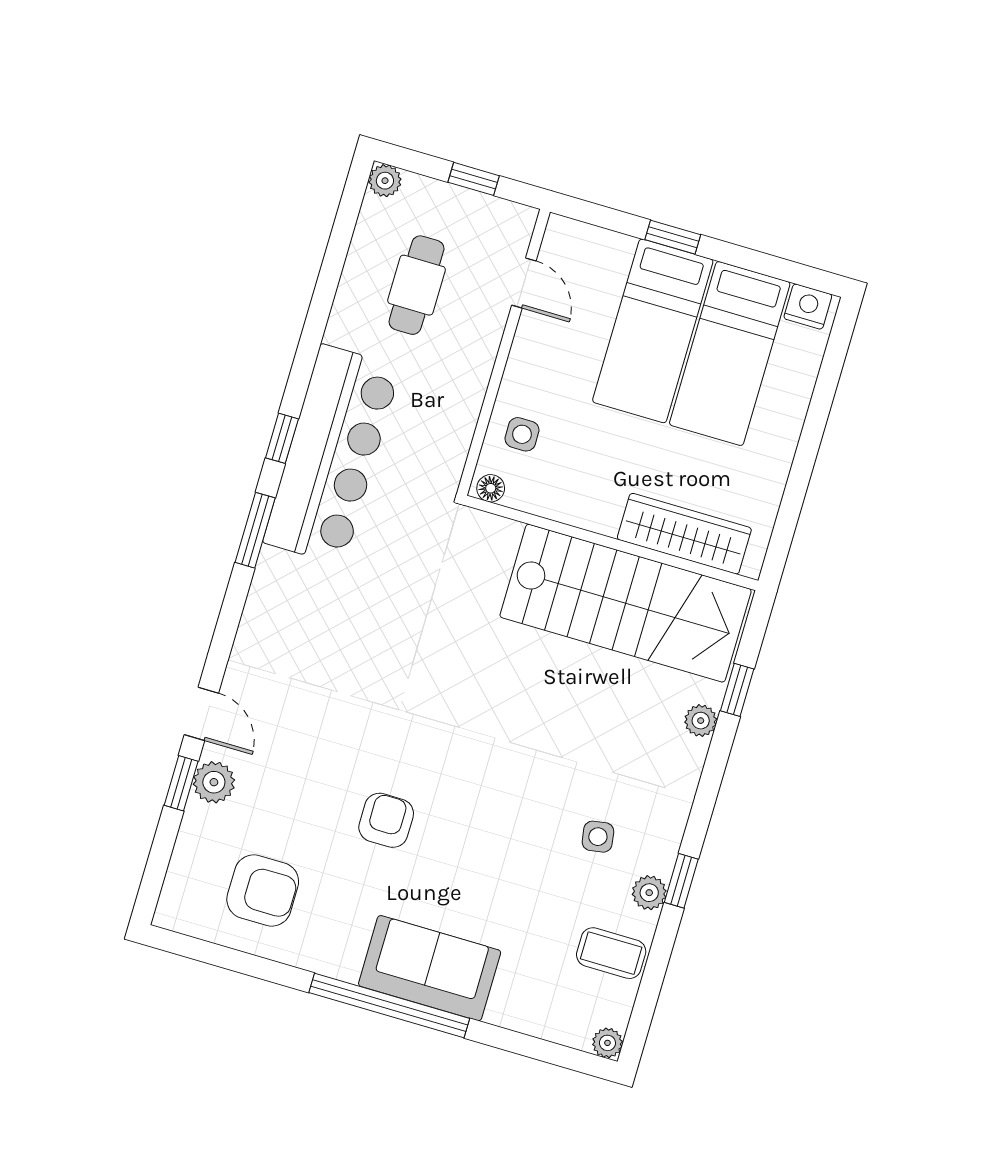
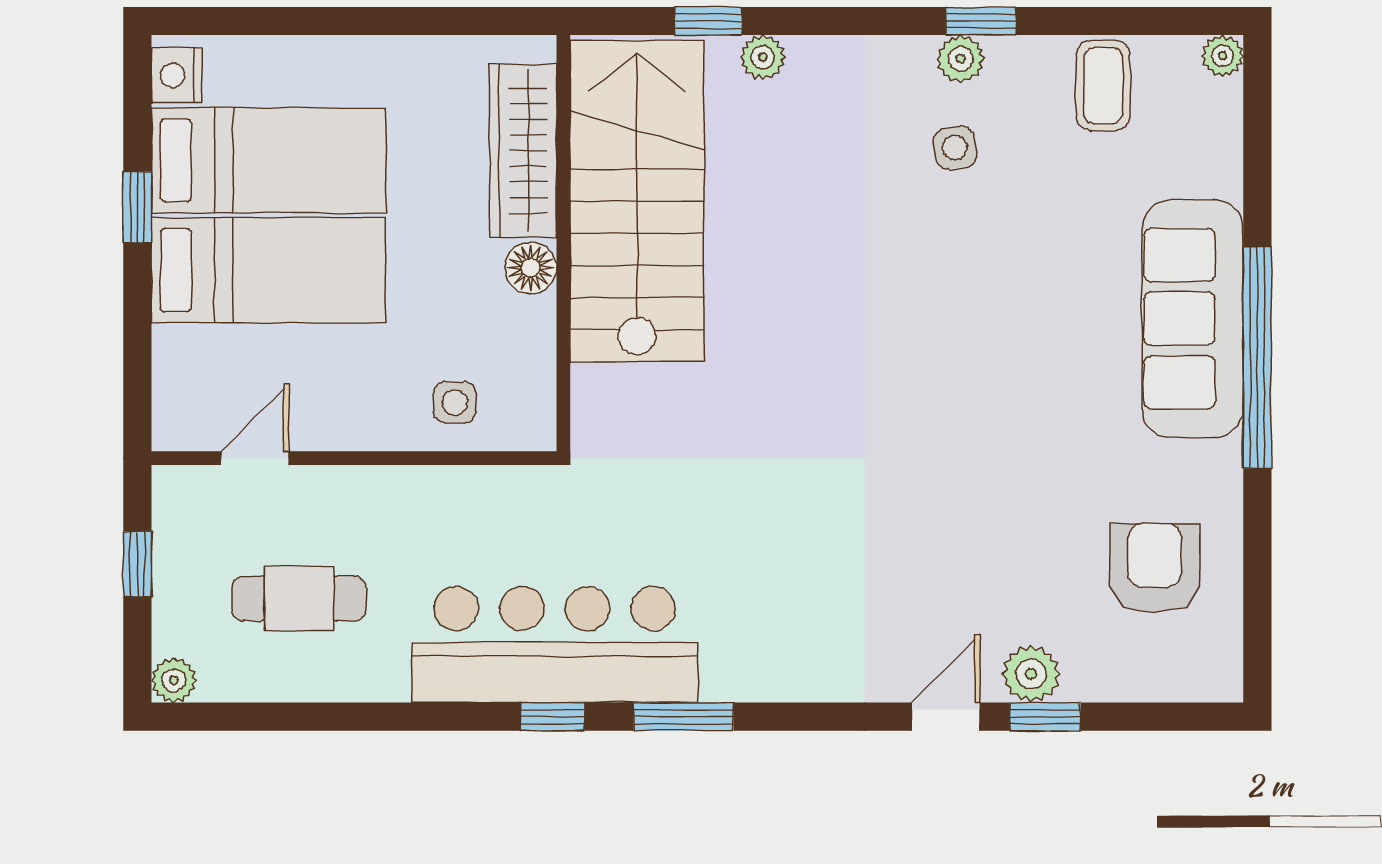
window: (673, 237) -> (137, 207), moved
floor lamp: (491, 488) -> (531, 268), moved, width x1.37, depth x1.37
armchair: (386, 820) -> (1015, 433), removed
plant: (649, 893) -> (961, 59), moved
sofa: (430, 968) -> (1193, 319), width x1.36

